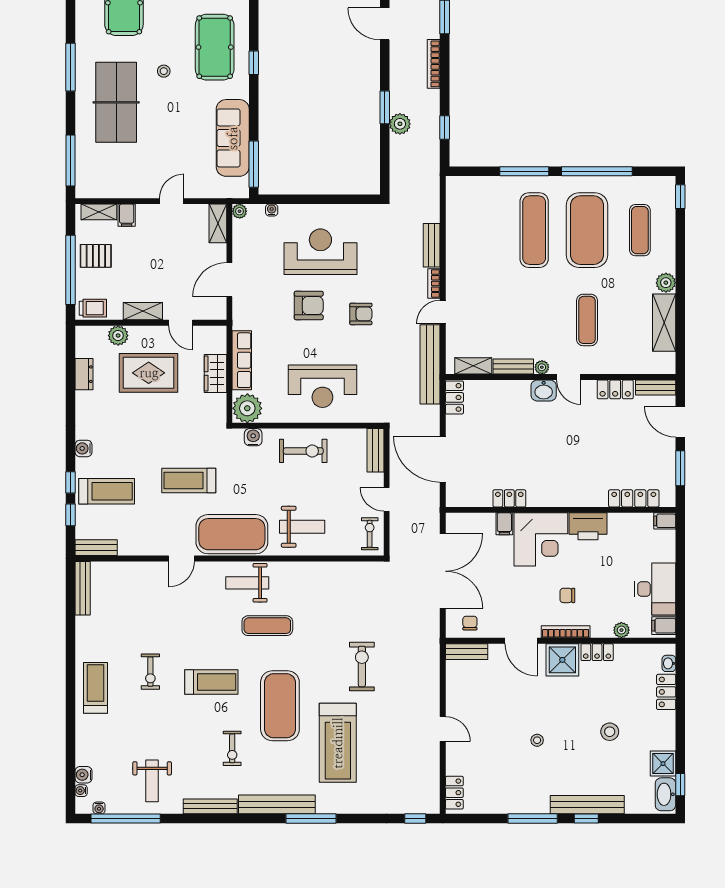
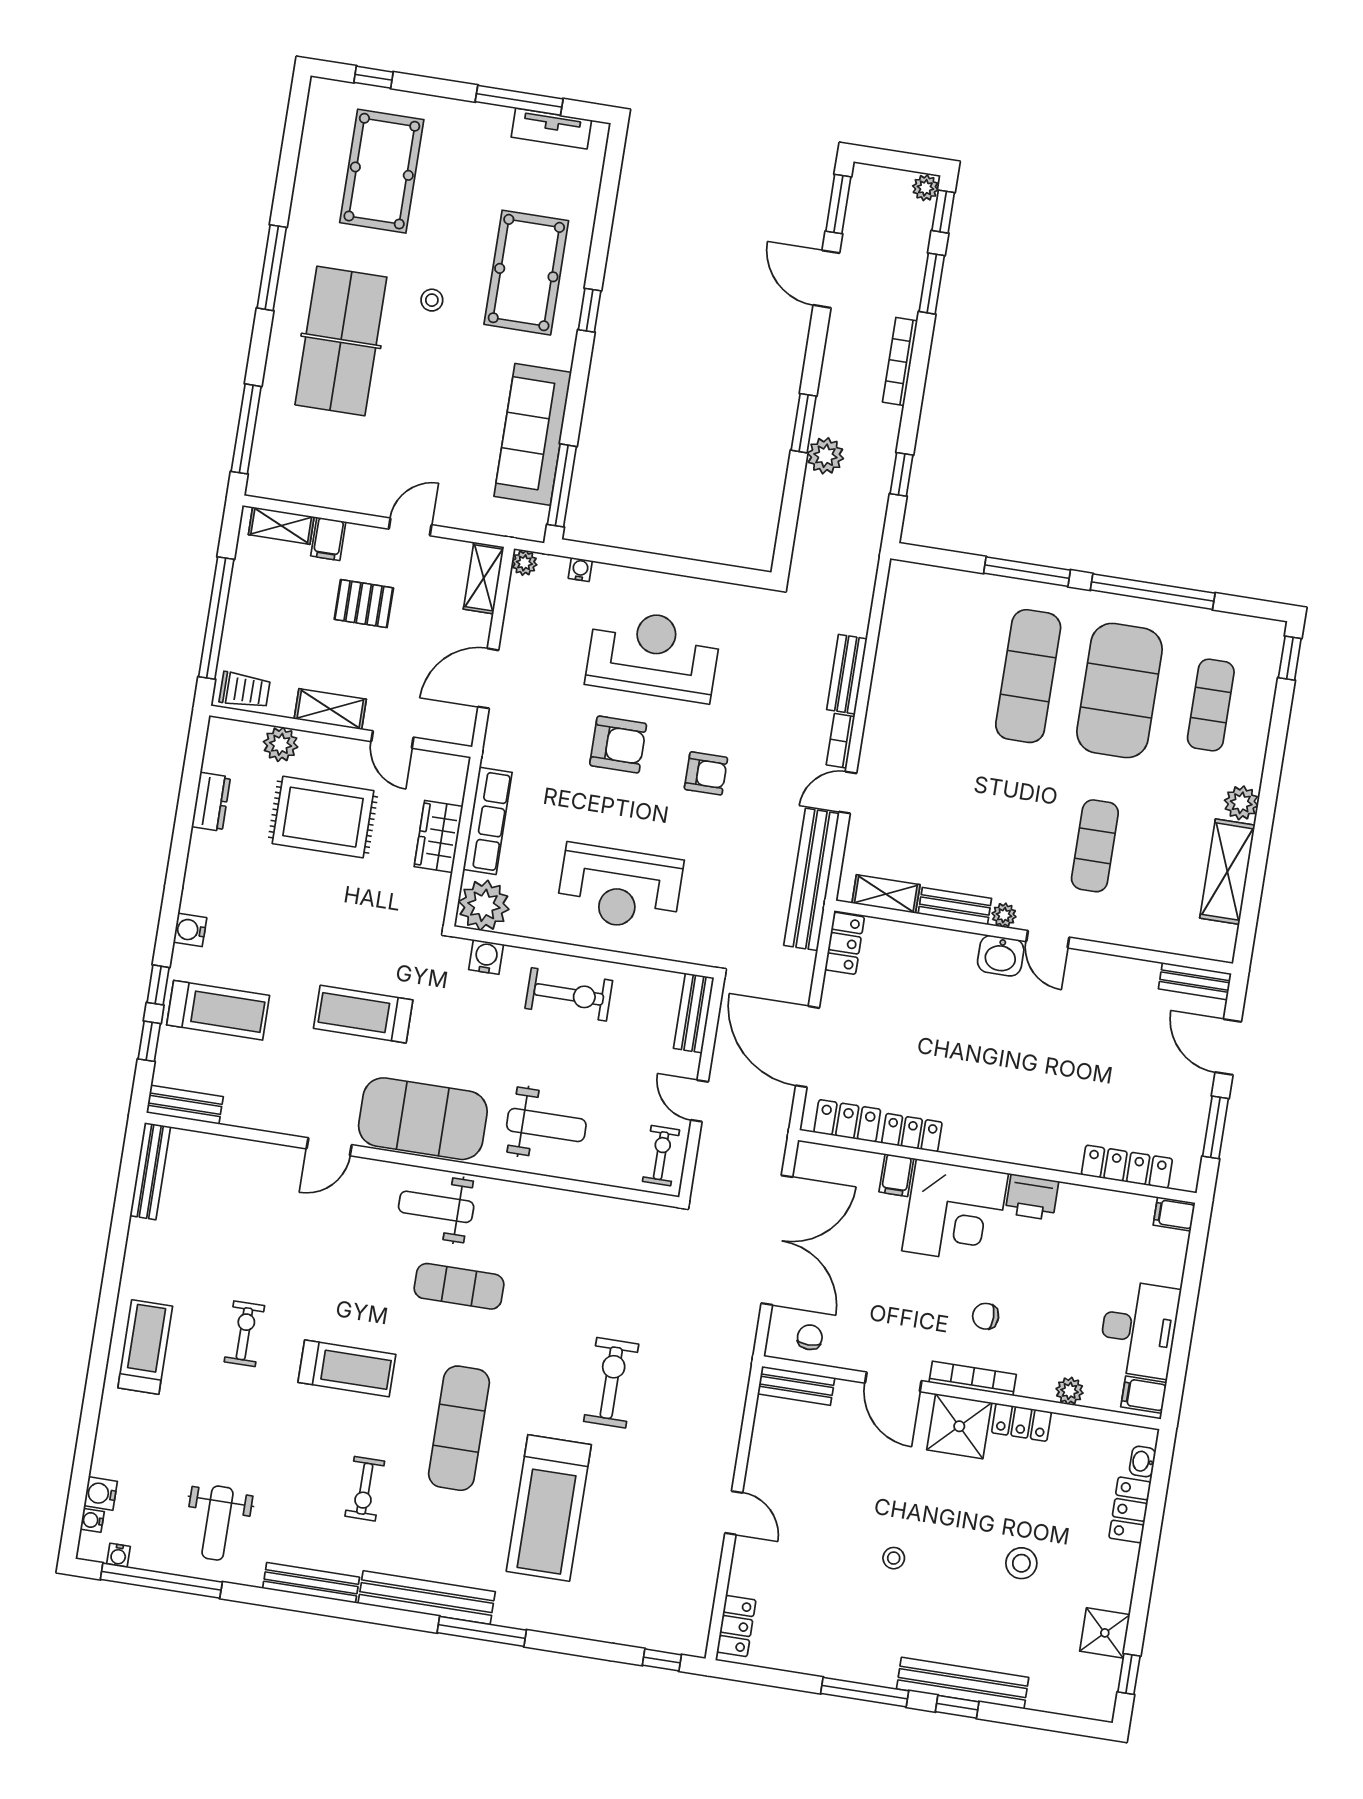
pallet: (96, 256) -> (364, 604), moved
locker: (615, 389) -> (847, 1121), moved, turned 180
printer: (588, 526) -> (1032, 1197), width x0.73, depth x0.84
exercise bike: (150, 672) -> (244, 1334), turned 180
exercise mat: (280, 706) -> (459, 1428), width x0.68
washbasin: (665, 794) -> (1101, 1687), removed

